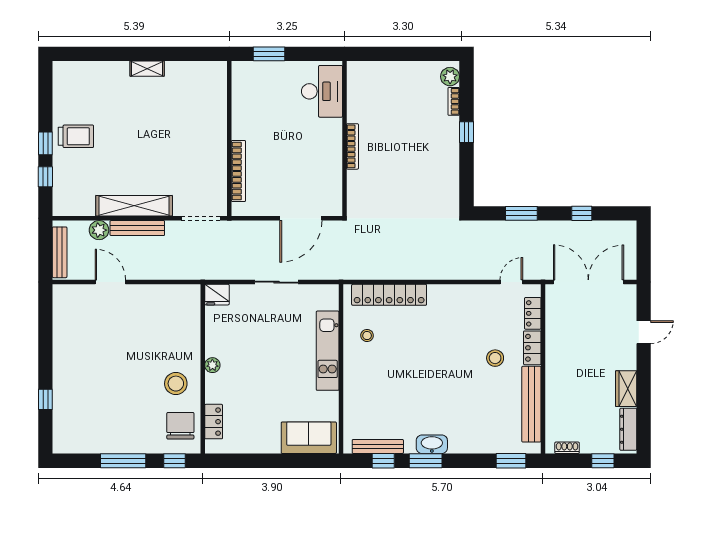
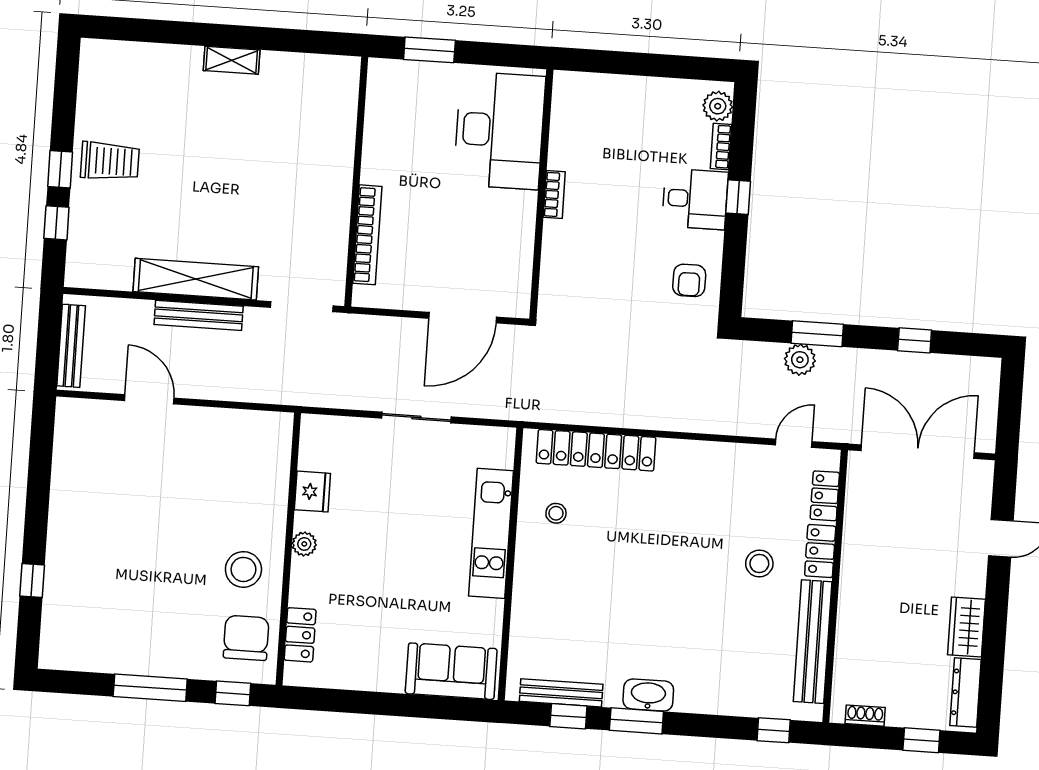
desk: (322, 91) -> (499, 130), width x1.36, depth x1.30
desk: (440, 135) -> (695, 199), added
bookcase: (352, 146) -> (554, 195), width x0.64
armchair: (440, 186) -> (689, 280), added
plant: (99, 230) -> (800, 360), moved
fridge: (217, 295) -> (312, 492), moved, turned -90
window: (511, 461) -> (774, 730), width x0.67

